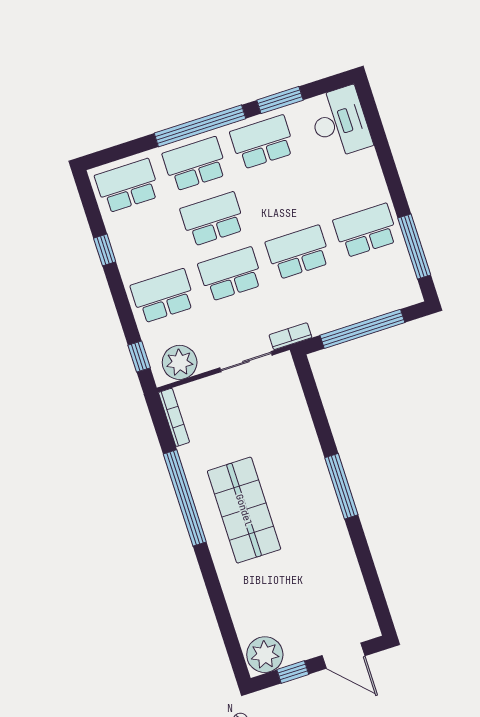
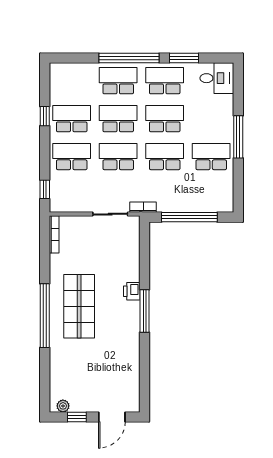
desk: (340, 122) -> (217, 78), width x0.73
school desk: (127, 186) -> (72, 119), moved
school desk: (280, 197) -> (165, 119), added
window: (414, 247) -> (238, 137), moved
plant: (180, 362) -> (69, 201), removed
printer: (314, 463) -> (132, 291), added
window: (185, 498) -> (45, 316), moved
plant: (265, 655) -> (63, 406), width x0.53, depth x0.53
door: (344, 656) -> (112, 417), hinge flipped

